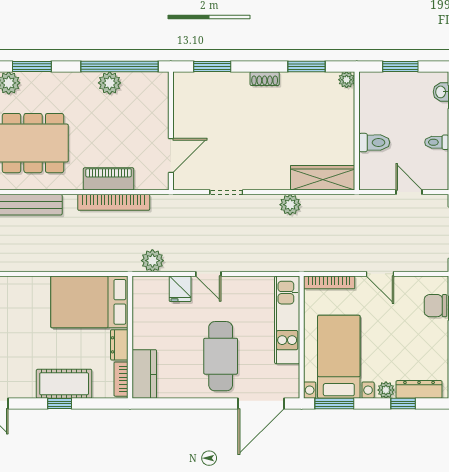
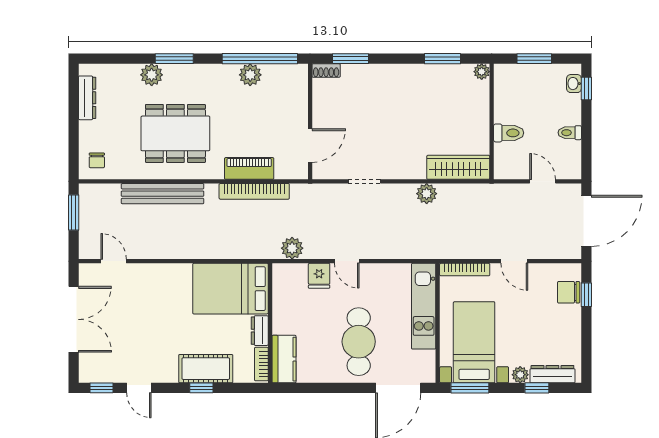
shoe rack: (265, 79) -> (326, 70), moved

